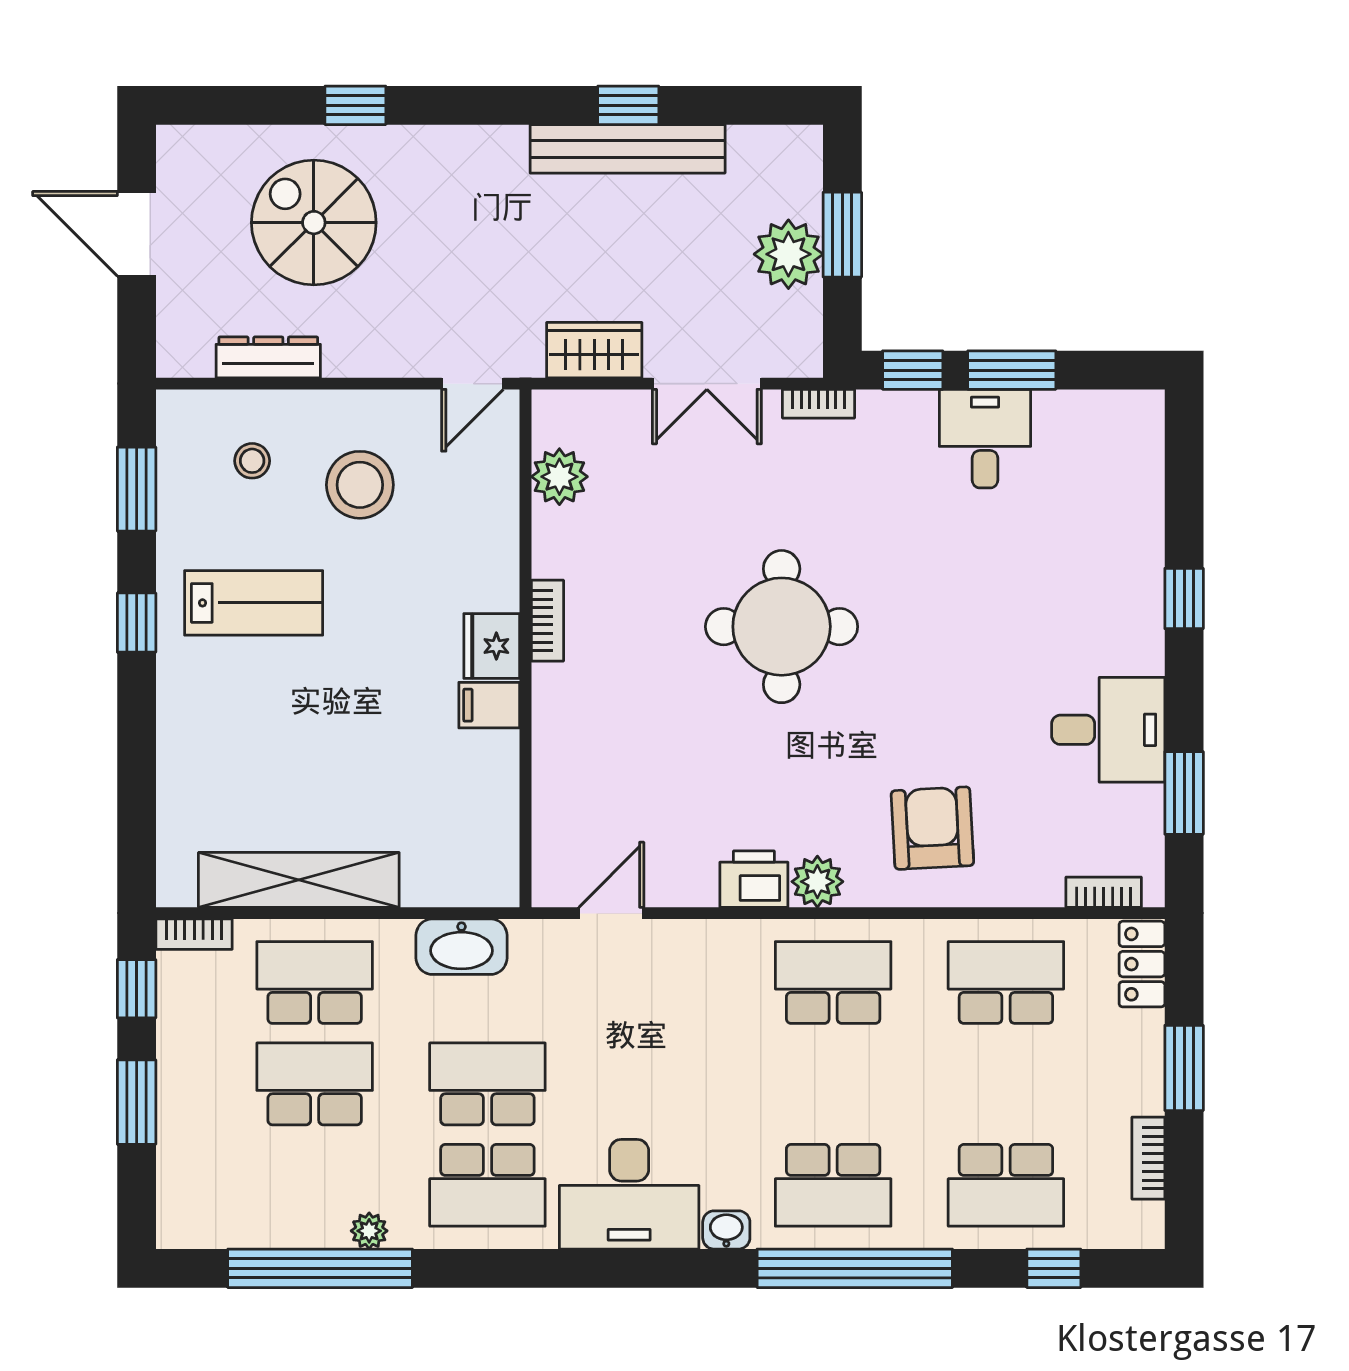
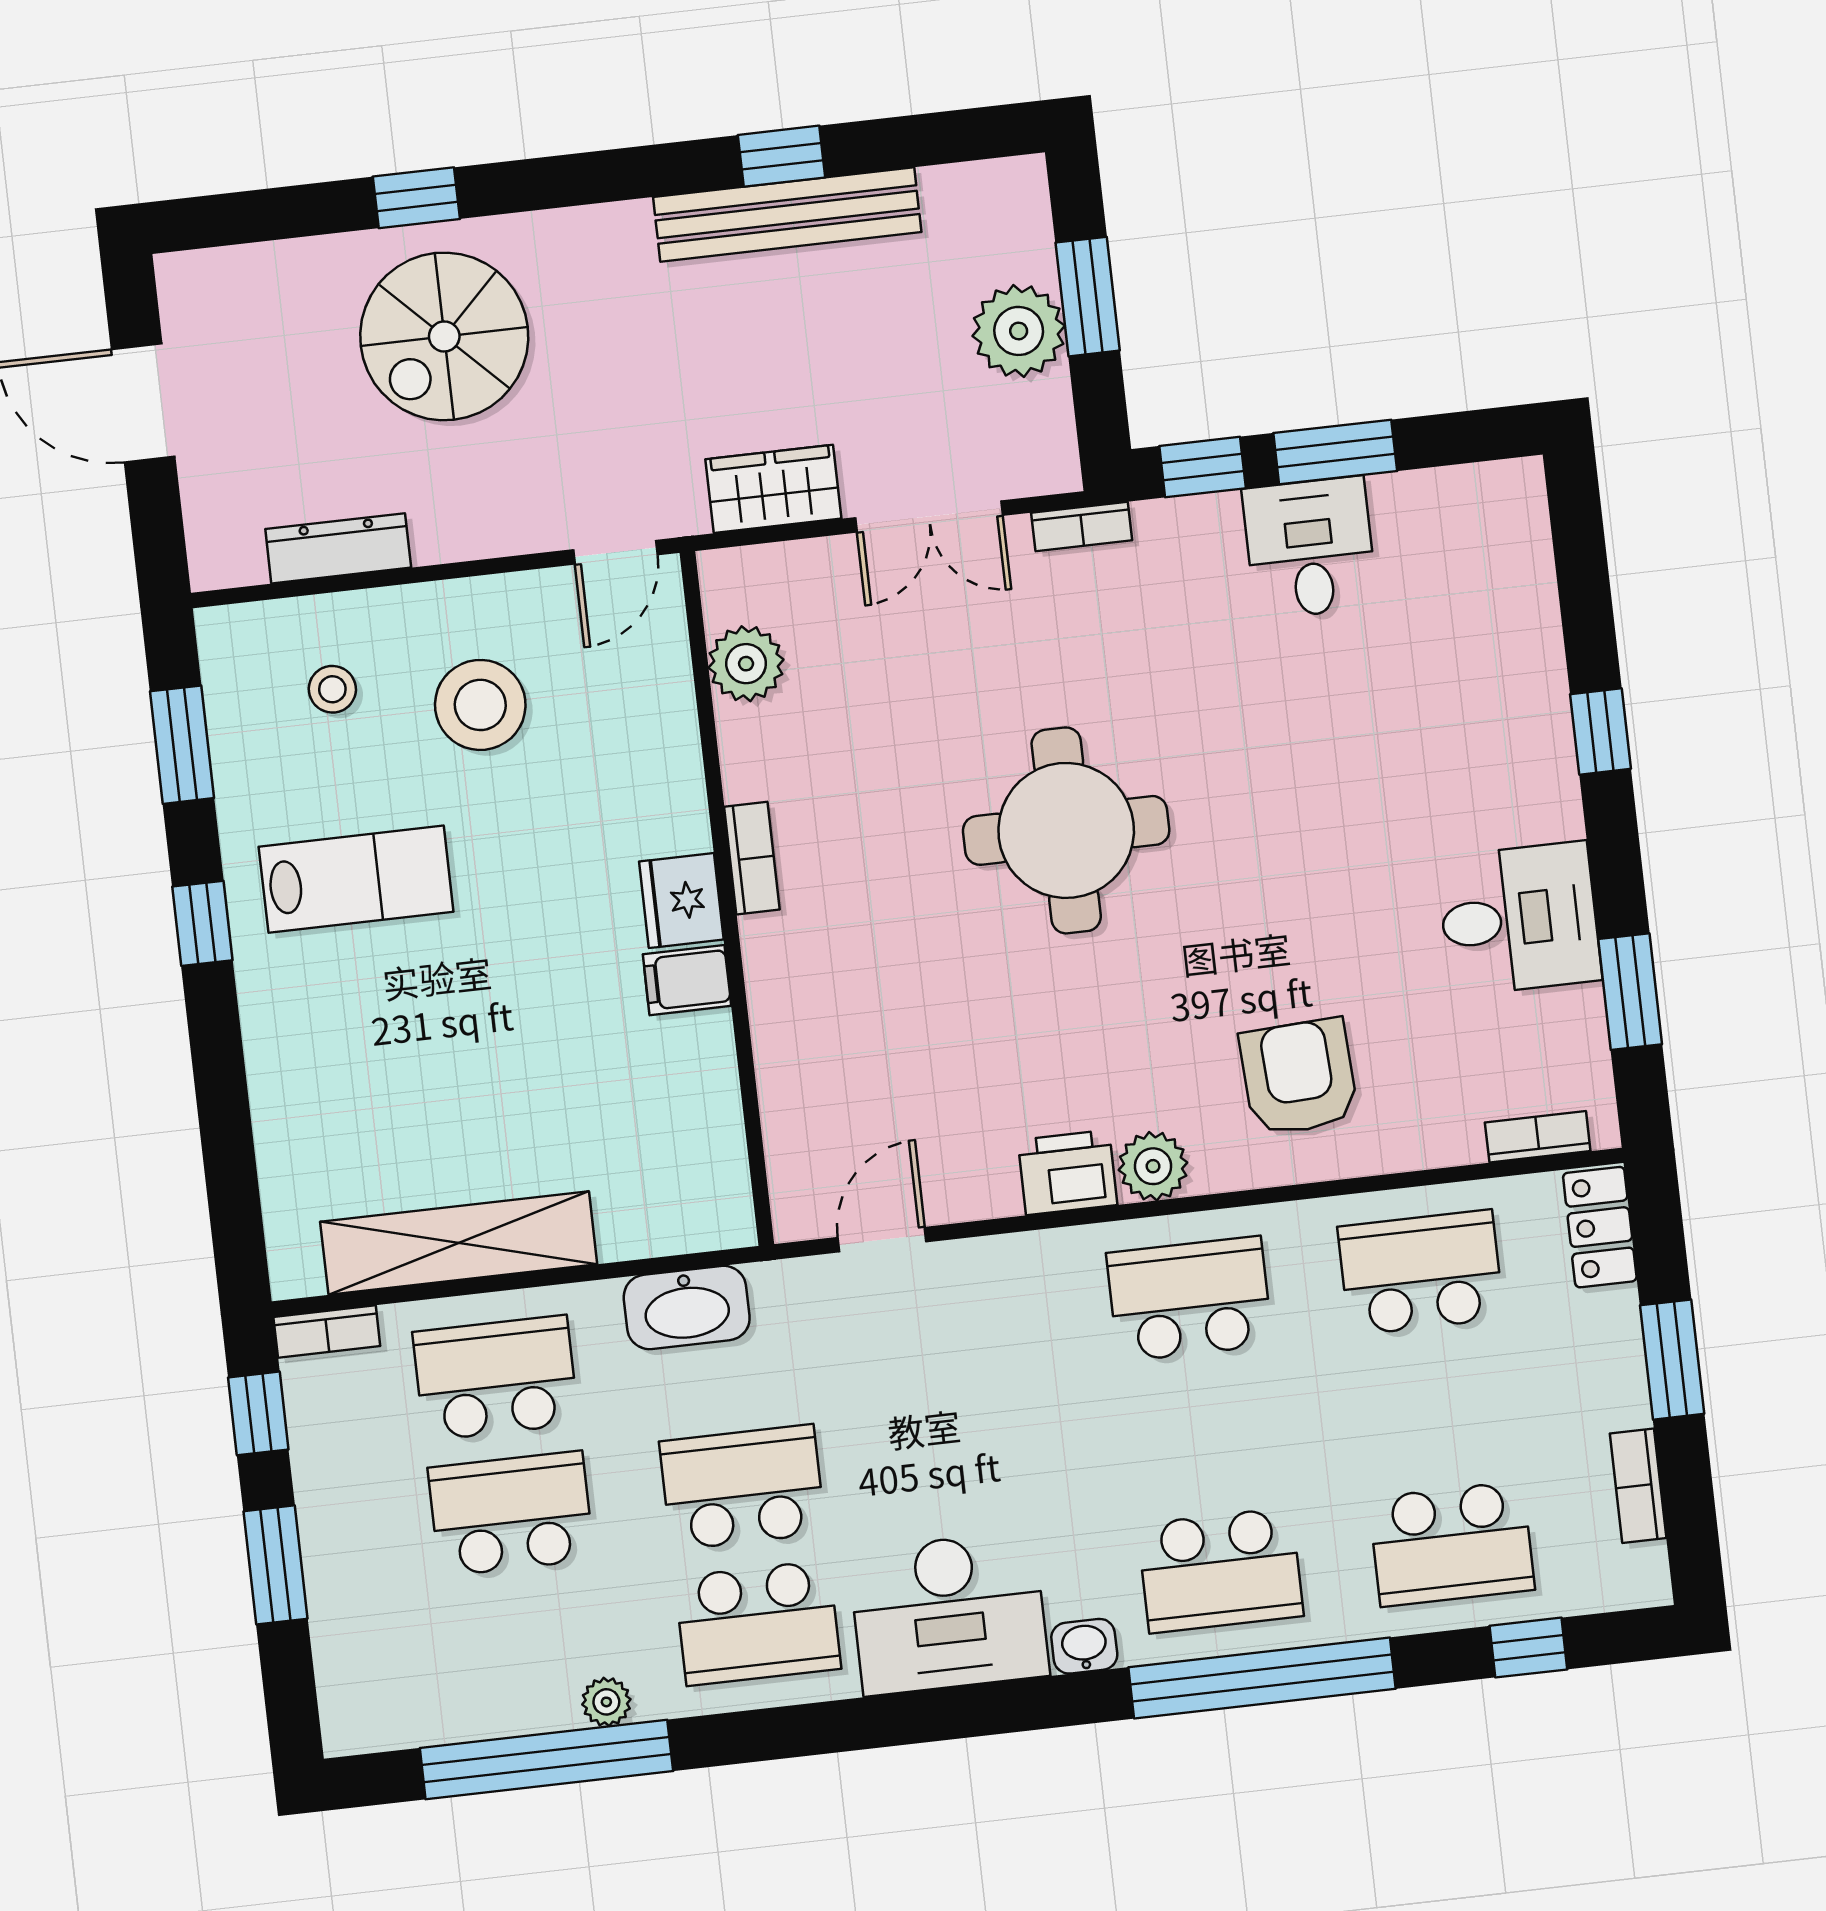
spiral stairs: (314, 223) -> (444, 336), moved, turned -90

